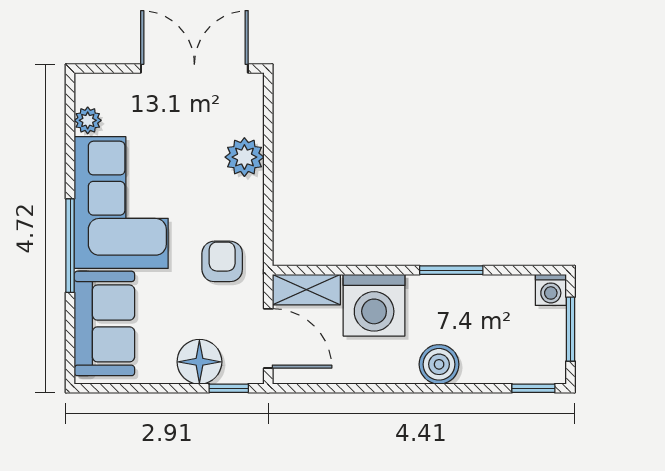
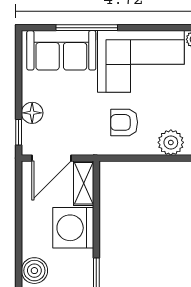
window: (70, 246) -> (87, 28), moved
armchair: (222, 261) -> (124, 122), moved, turned 180
floor lamp: (199, 362) -> (32, 113), width x0.73, depth x0.73

